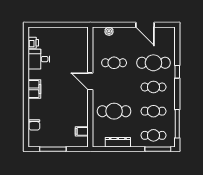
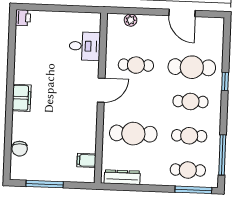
printer: (33, 43) -> (23, 18), moved
desk: (39, 59) -> (85, 46), moved, turned 180
door: (90, 81) -> (101, 90), swing flipped
dresser: (118, 142) -> (122, 177), moved

